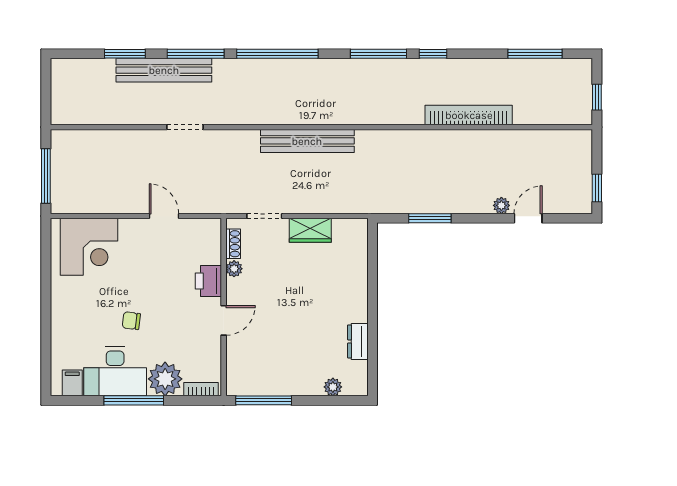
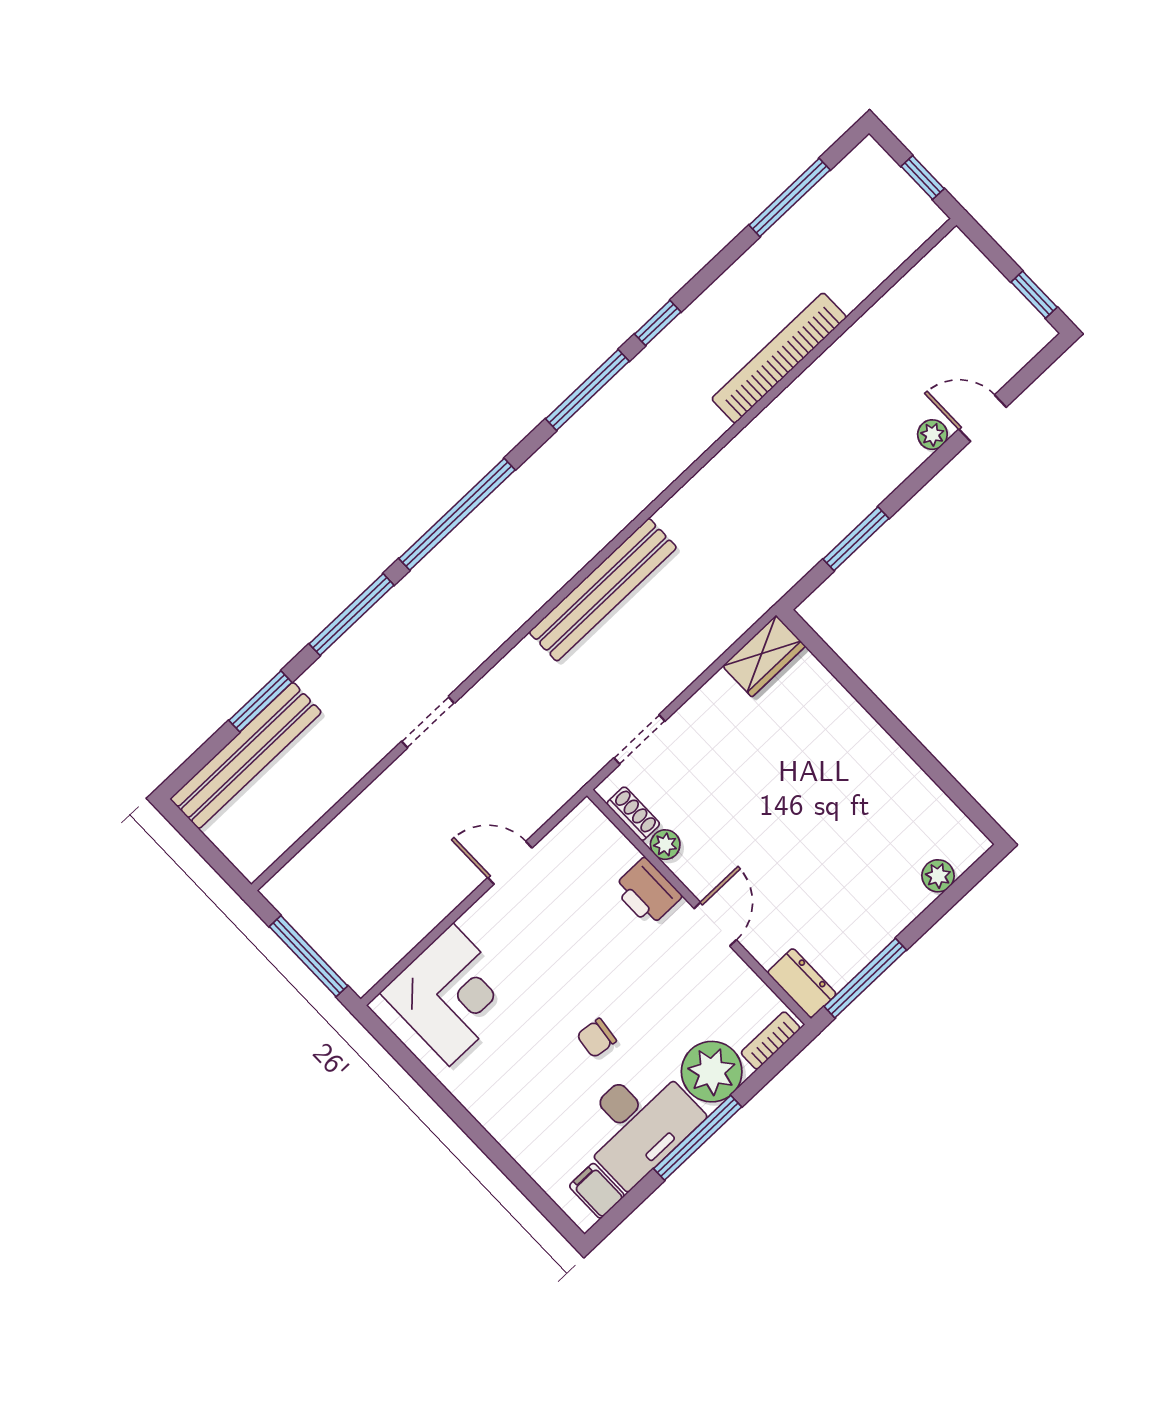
bench: (164, 70) -> (246, 755), moved
door: (528, 218) -> (983, 418), hinge flipped
wardrobe: (310, 230) -> (764, 656), moved
dresser: (358, 341) -> (802, 983), moved, turned 180

